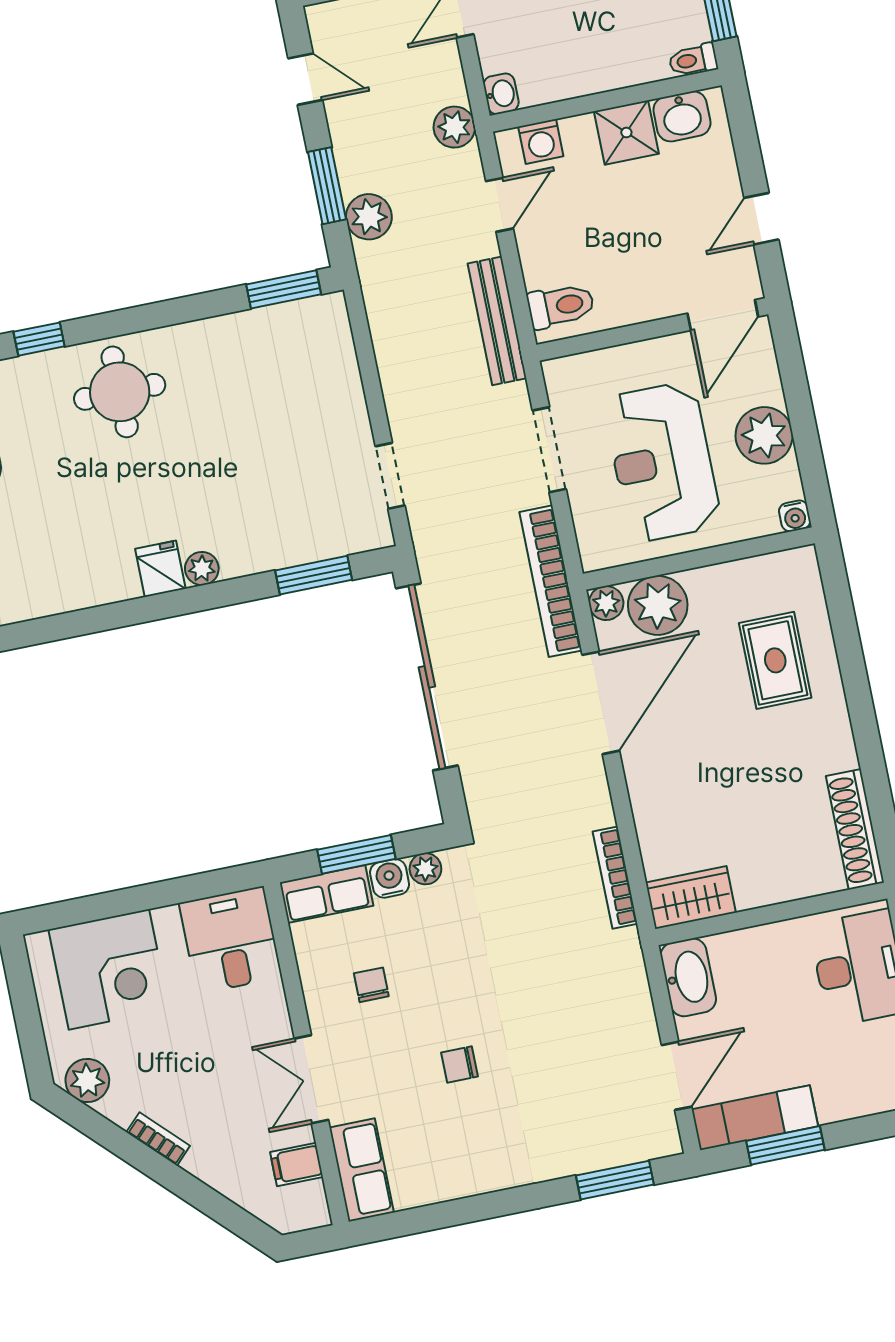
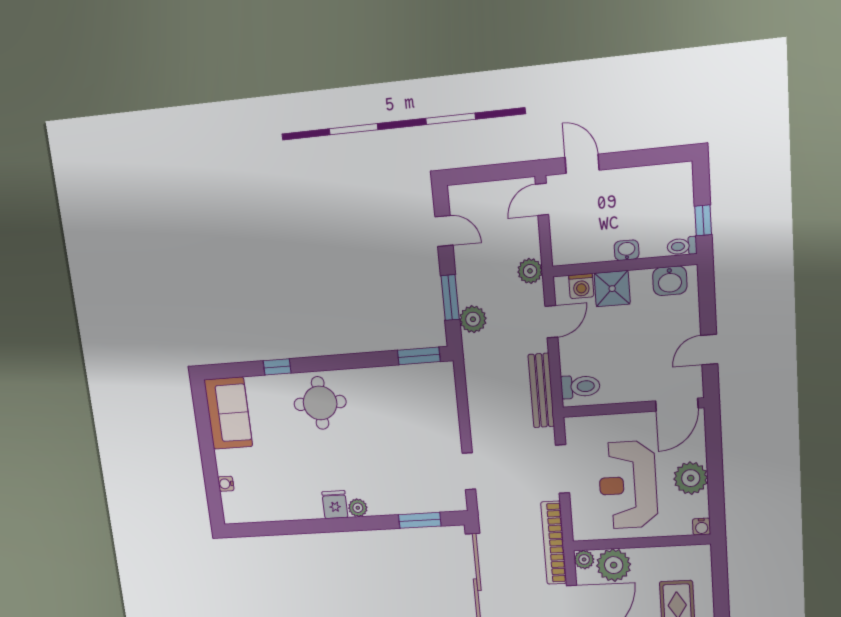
washbasin: (501, 94) -> (627, 250), moved, turned -90
shower: (626, 133) -> (612, 289), moved

